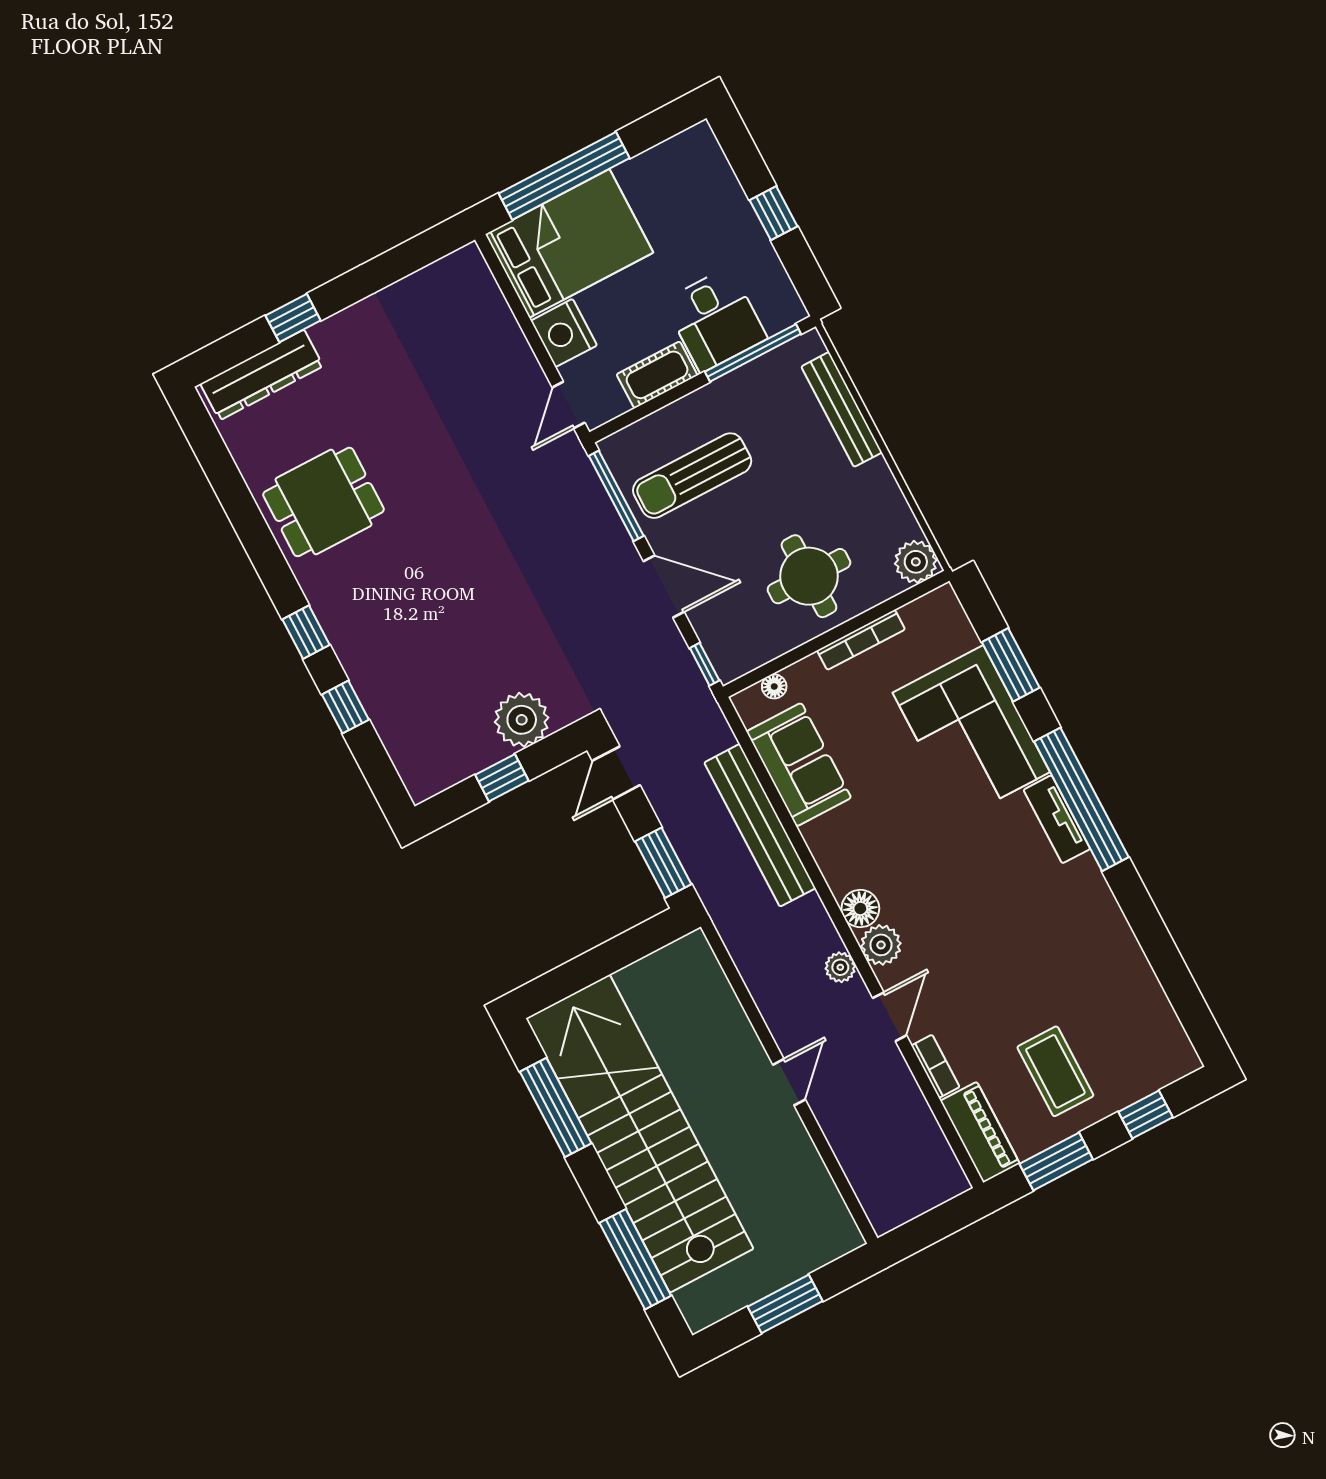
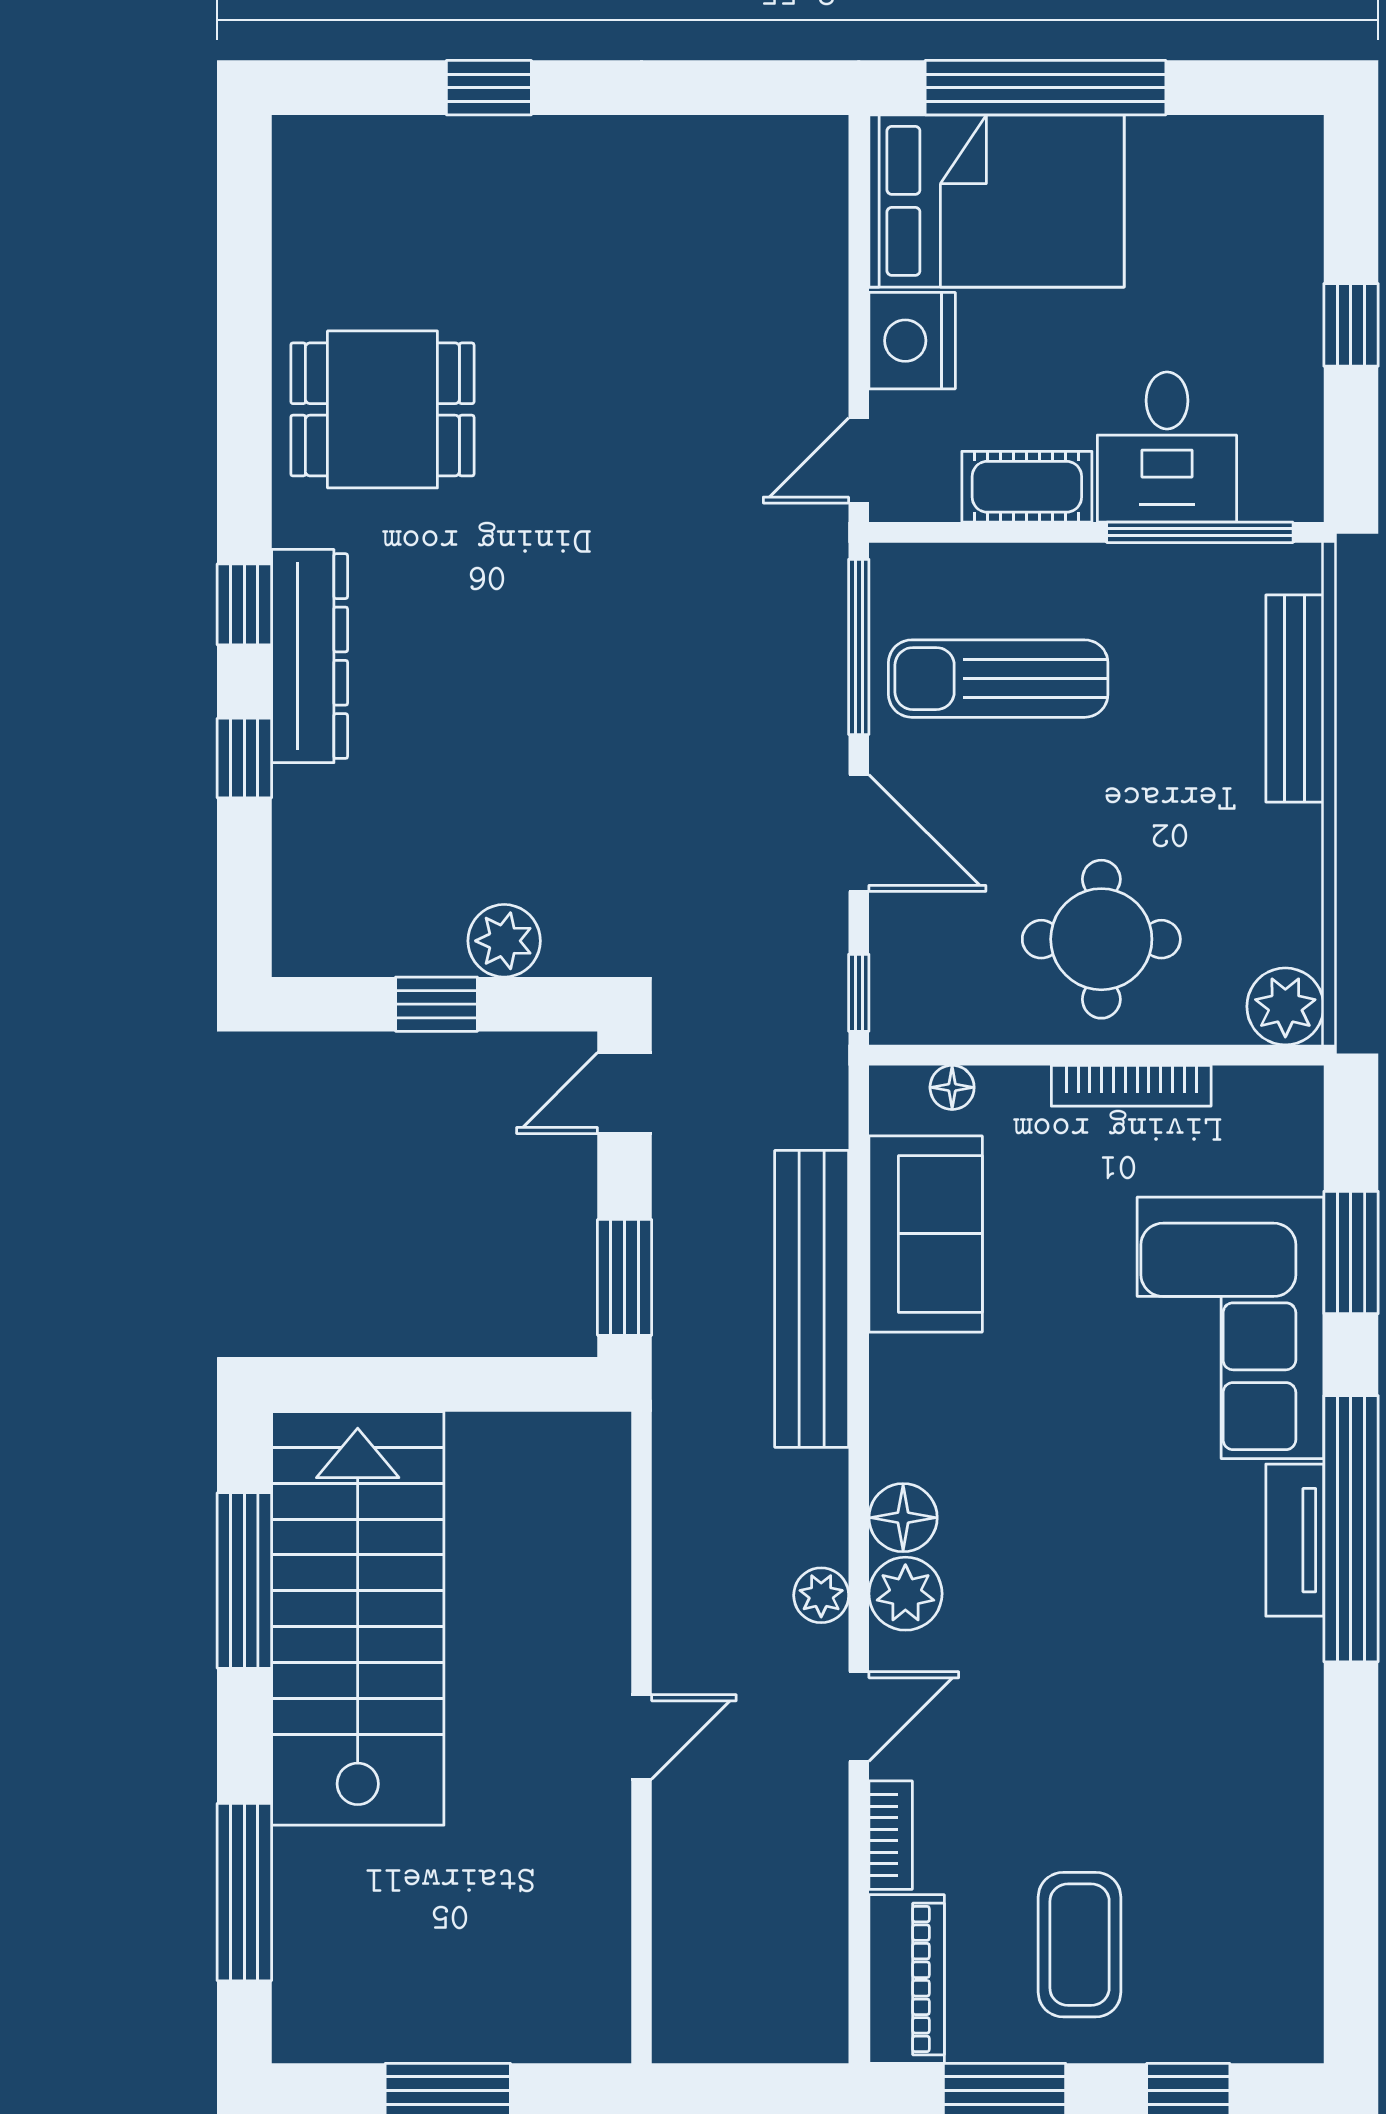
dresser: (262, 375) -> (310, 656), moved, turned -90
plant: (522, 720) -> (504, 941), width x0.73, depth x0.73
stairs: (640, 1134) -> (358, 1618), width x0.73

